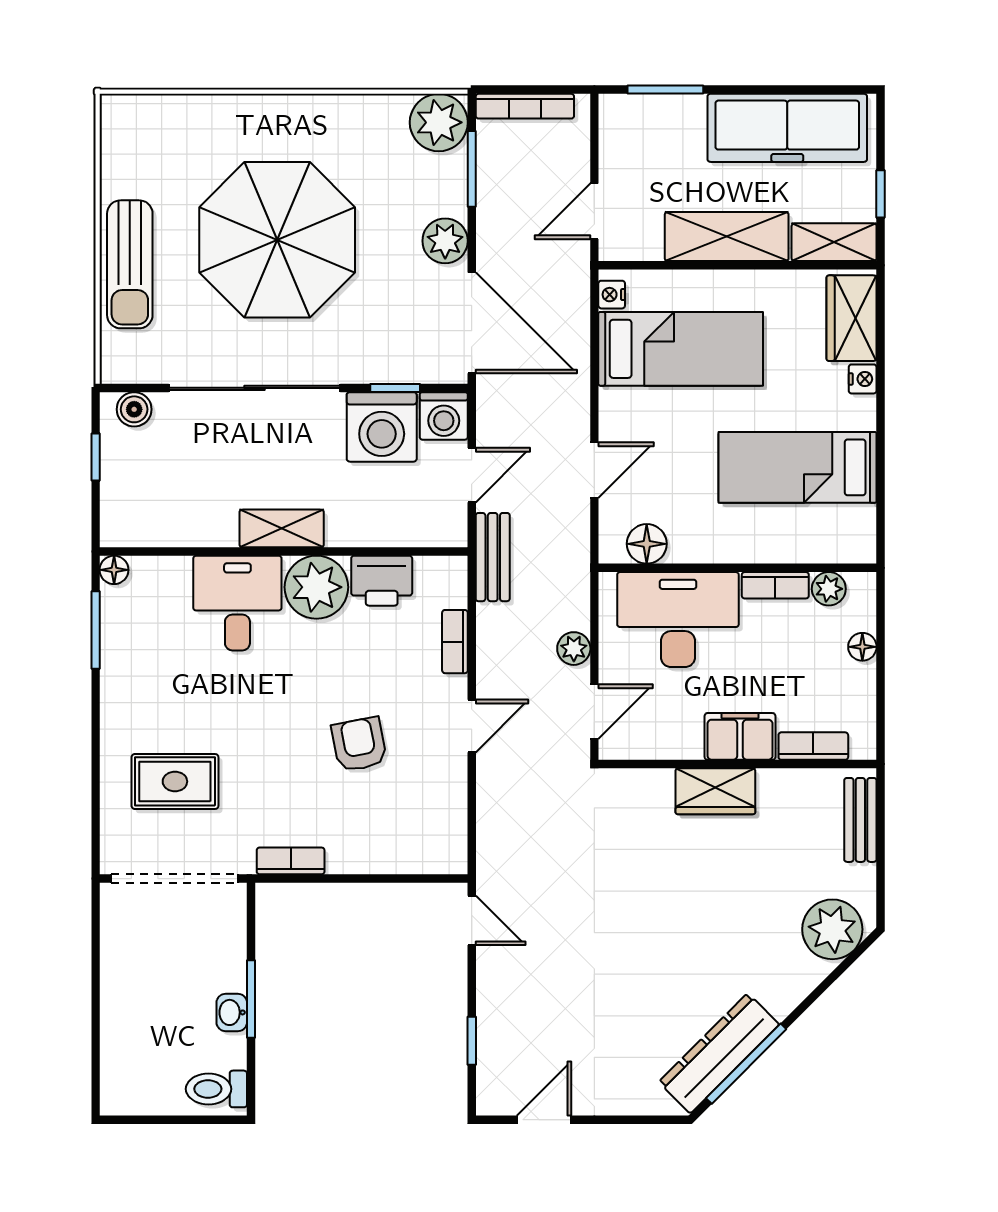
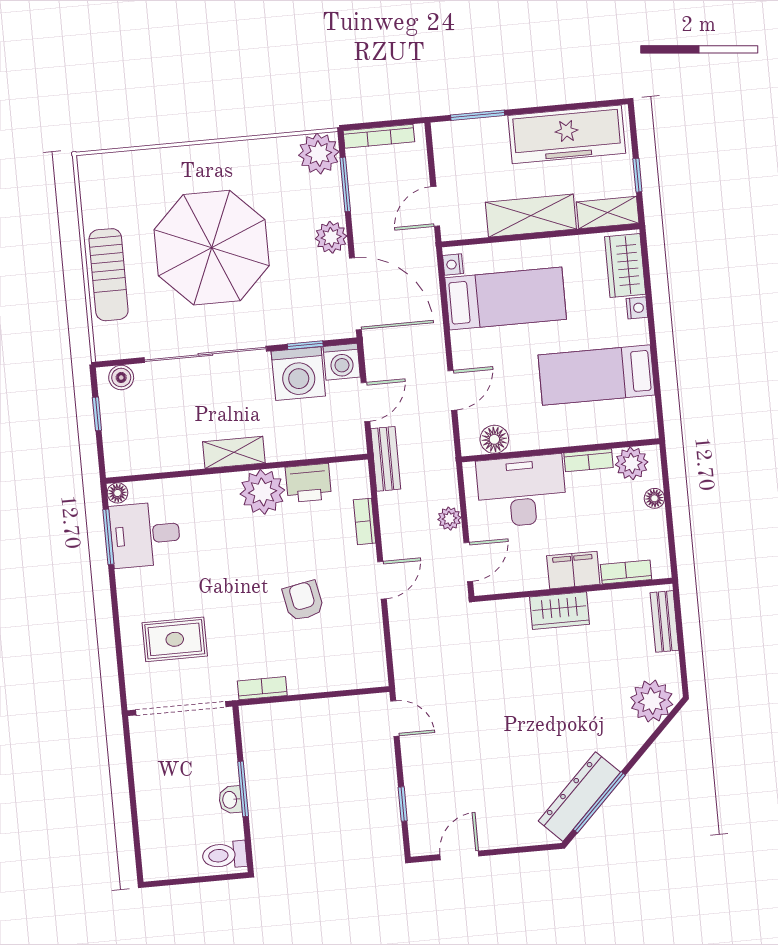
plant: (829, 589) -> (632, 463), width x1.38, depth x1.38
desk: (237, 603) -> (145, 535), moved, turned -90

